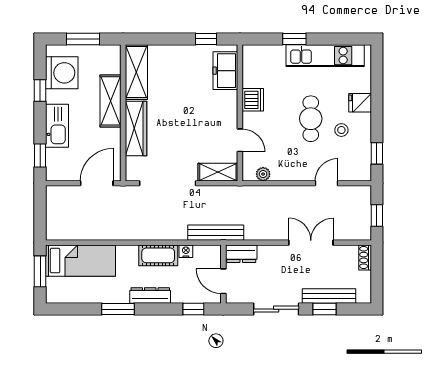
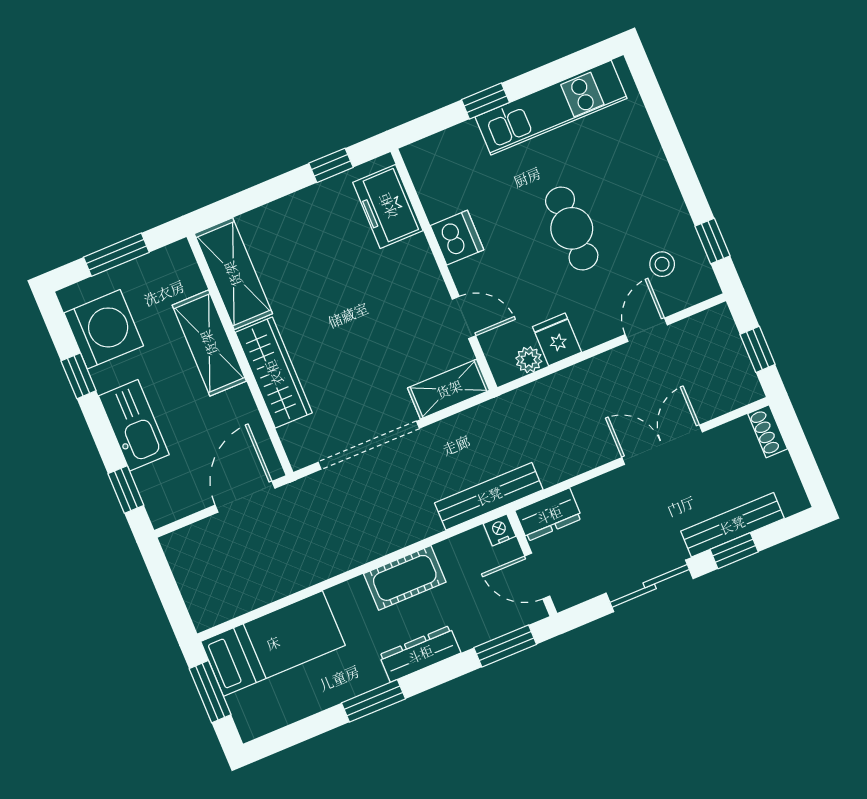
fridge: (360, 103) -> (557, 339), moved, turned 90
stool: (341, 130) -> (662, 264), moved
nightstand: (186, 251) -> (500, 530), moved
window: (193, 309) -> (505, 646), width x1.50

